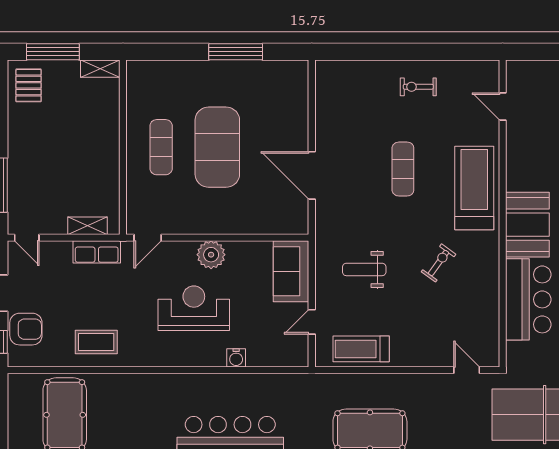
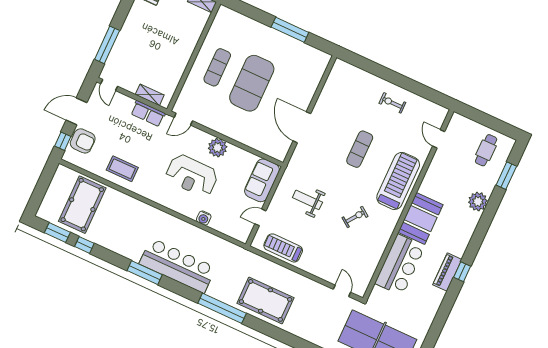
reception desk: (194, 308) -> (192, 176), turned 180

